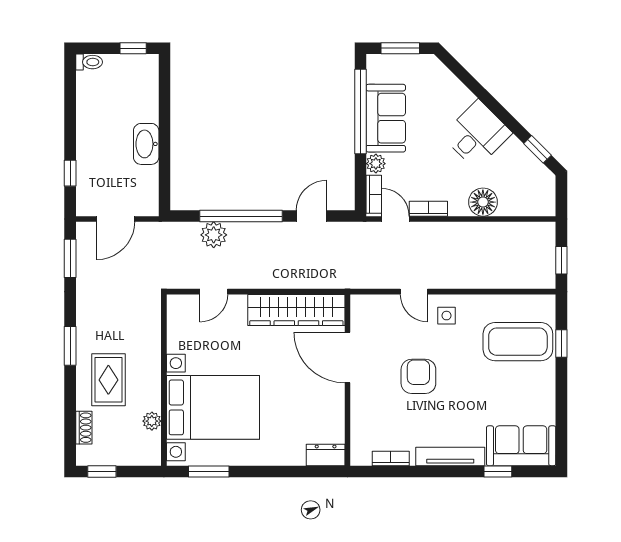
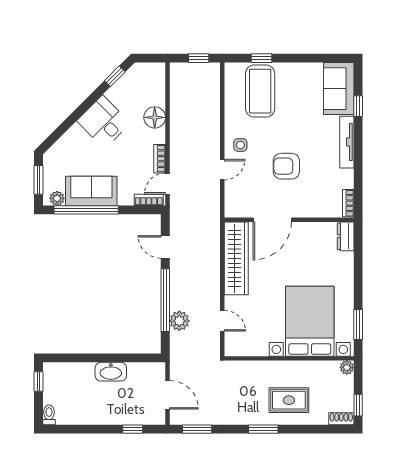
plant: (376, 164) -> (57, 198), moved
plant: (152, 421) -> (347, 367), moved
shoe rack: (84, 428) -> (341, 419), moved
bookcase: (391, 458) -> (348, 203), moved

